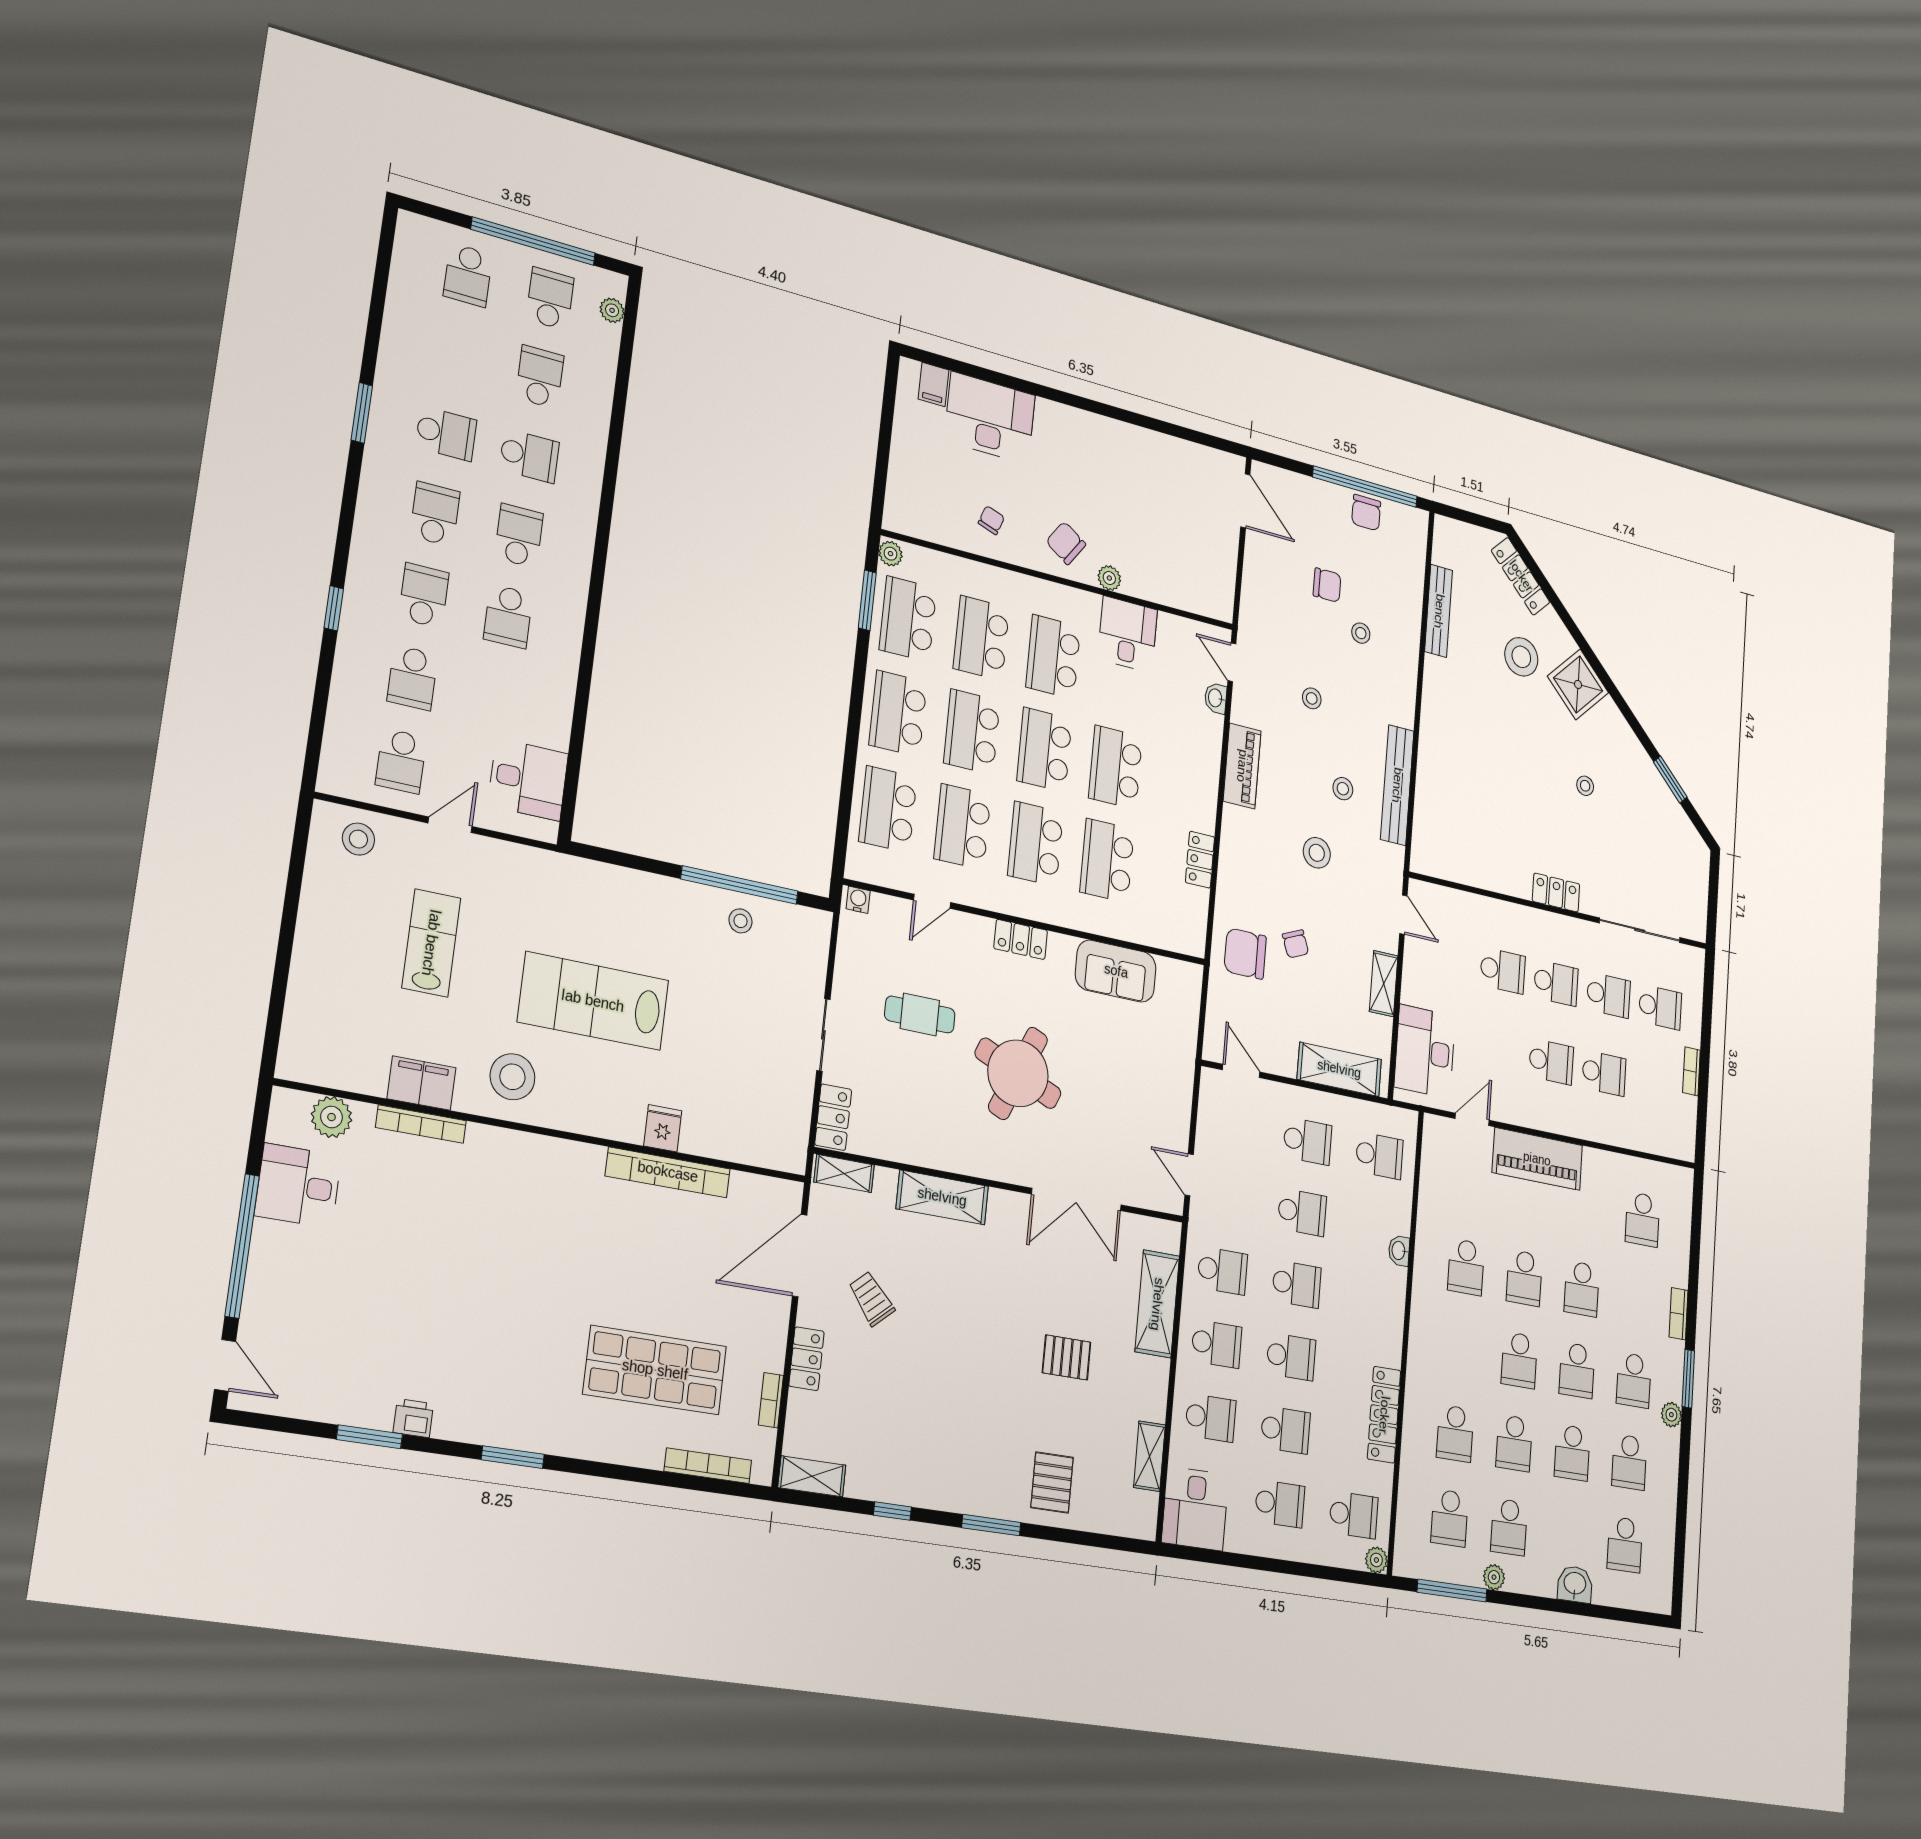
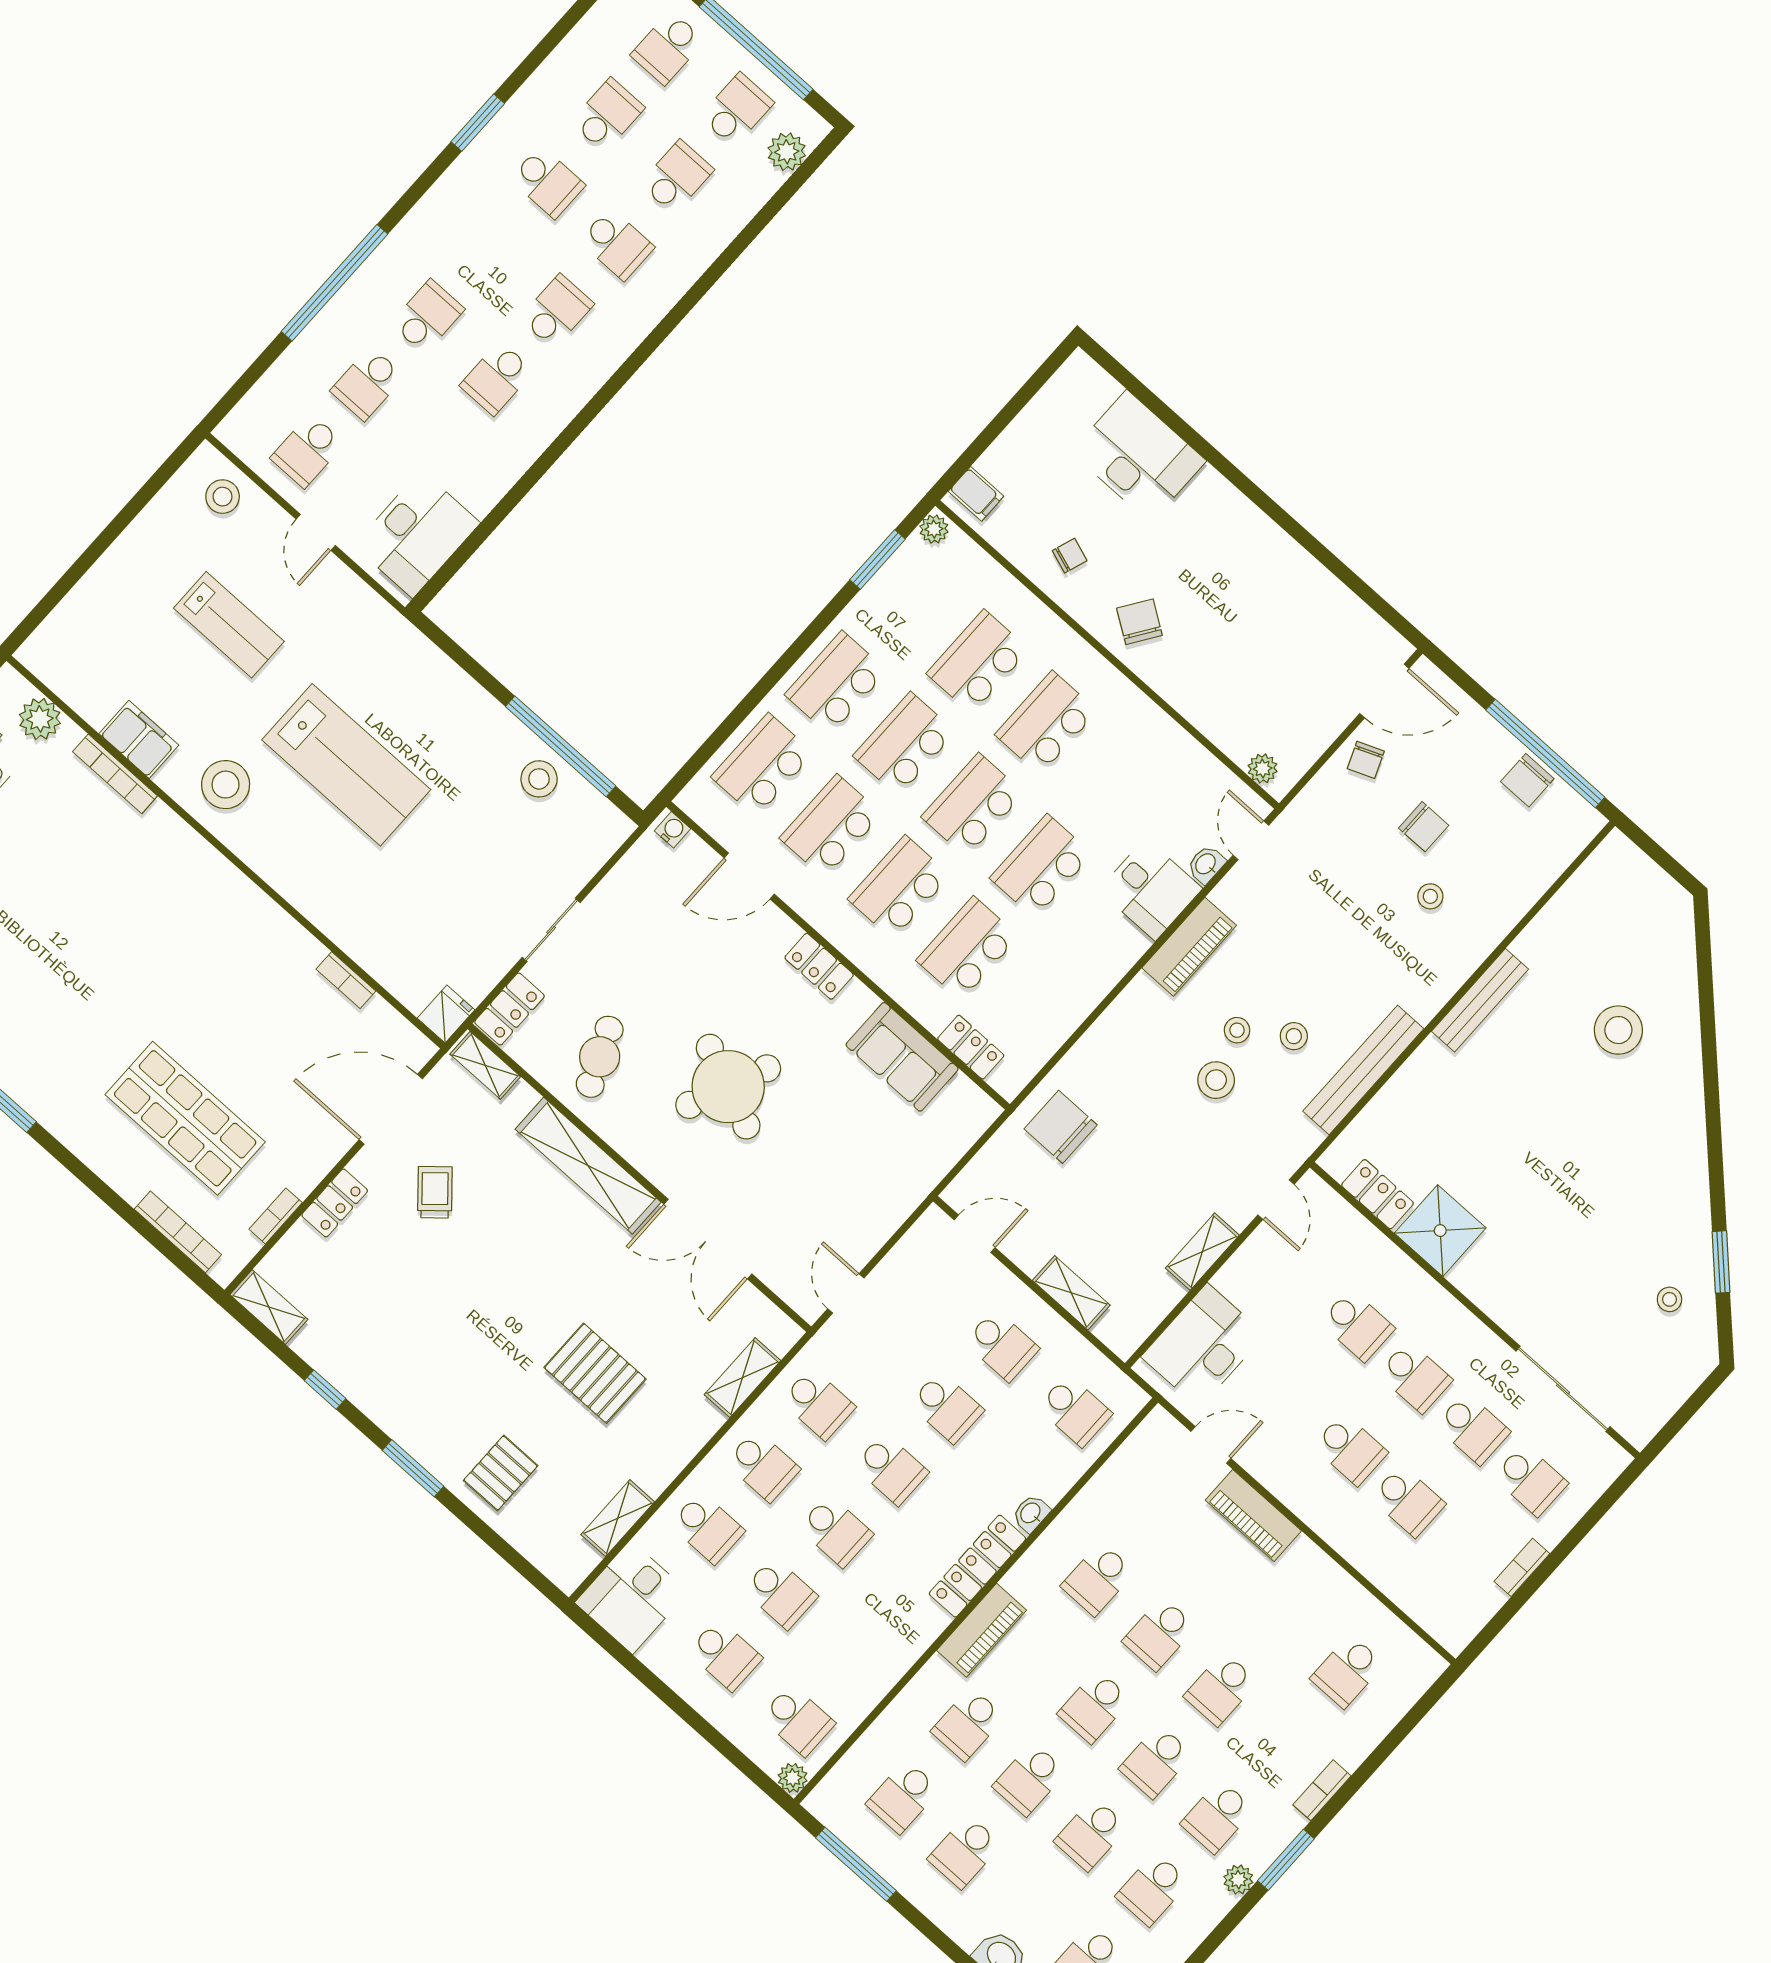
plant: (612, 310) -> (787, 152), width x1.38, depth x1.38
filing cabinet: (934, 385) -> (976, 494), moved, turned -90
door: (1245, 501) -> (1384, 691), hinge flipped
school desk: (435, 514) -> (608, 115), moved
locker: (1521, 576) -> (1680, 949), removed
plant: (1109, 578) -> (1263, 769), moved
window: (334, 608) -> (335, 283), width x3.17
bench: (1439, 611) -> (1480, 1000), moved
school desk: (908, 619) -> (909, 601), removed
desk: (1128, 634) -> (1150, 889), moved, turned 90
shower: (1578, 684) -> (1440, 1231), moved, turned 45
stool: (1312, 698) -> (1237, 1030), moved
desk: (528, 779) -> (417, 534), width x1.37
stool: (1585, 786) -> (1669, 1299), moved
door: (450, 825) -> (316, 532), swing flipped
locker: (1200, 860) -> (971, 1047), moved, turned 90
locker: (1556, 893) -> (1378, 1194), moved
door: (932, 901) -> (749, 876), width x1.38
stool: (740, 921) -> (539, 779), width x1.37, depth x1.37
lab bench: (431, 943) -> (229, 625), turned 90
chair: (1296, 944) -> (1366, 760), moved
lab bench: (593, 1001) -> (346, 765), turned 180
cafe table: (920, 1015) -> (600, 1057), moved, turned 67
shelving: (1339, 1069) -> (1071, 1293), width x0.67, depth x0.75
door: (1241, 1071) -> (975, 1234), hinge flipped
fridge: (663, 1128) -> (446, 1014), moved
piano: (1537, 1159) -> (1253, 1516), width x0.73, depth x0.75
bookcase: (668, 1172) -> (346, 980), width x0.43, depth x0.76
shelving: (942, 1197) -> (588, 1166), width x1.47
shelving: (1157, 1304) -> (742, 1378), width x0.67, depth x0.75
pallet: (1067, 1357) -> (595, 1373), width x1.50, depth x1.42
piano: (1422, 1359) -> (981, 1630), added
locker: (1384, 1415) -> (977, 1566), moved
plant: (1494, 1577) -> (912, 1885), removed

